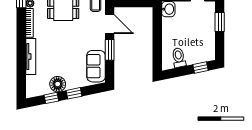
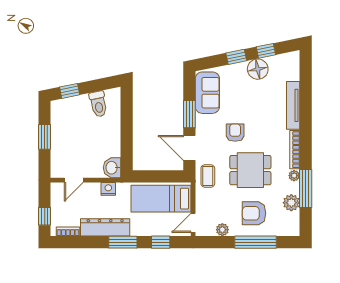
window: (220, 22) -> (45, 137), moved
armchair: (75, 36) -> (235, 133), added

